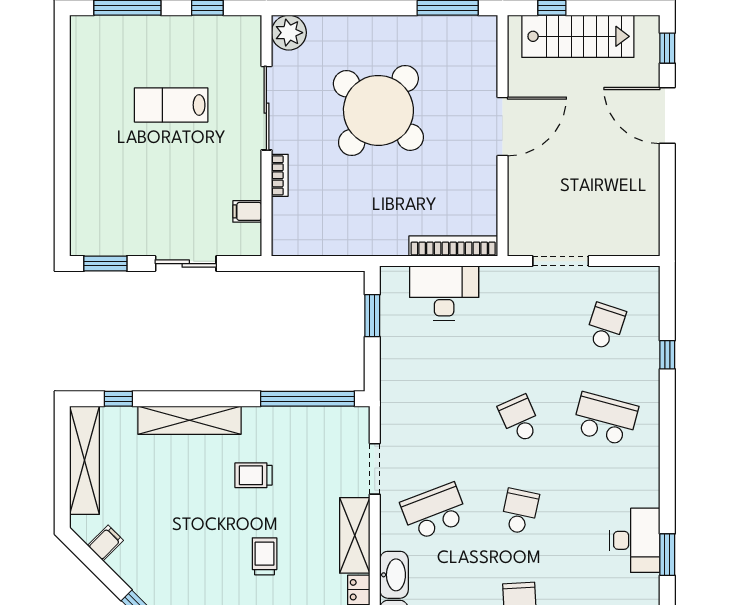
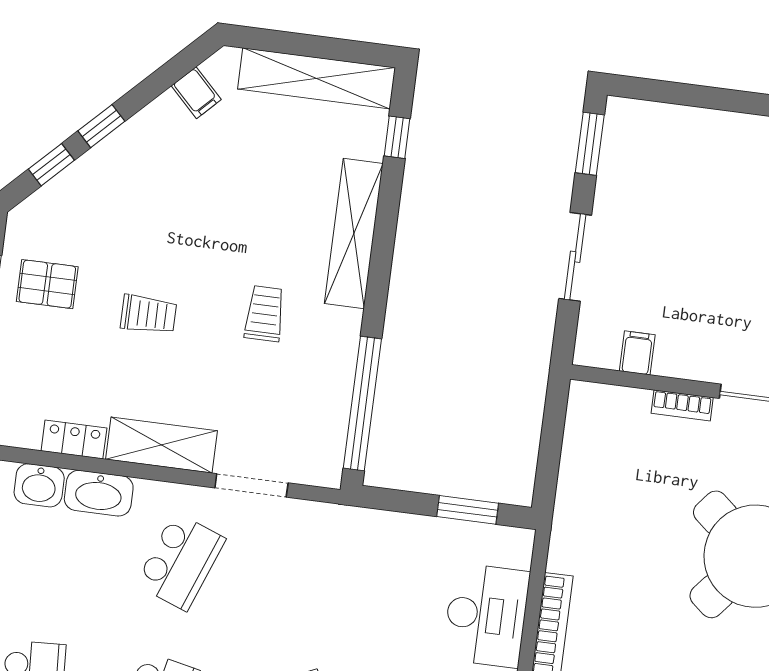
school desk: (434, 511) -> (181, 561), turned 42

